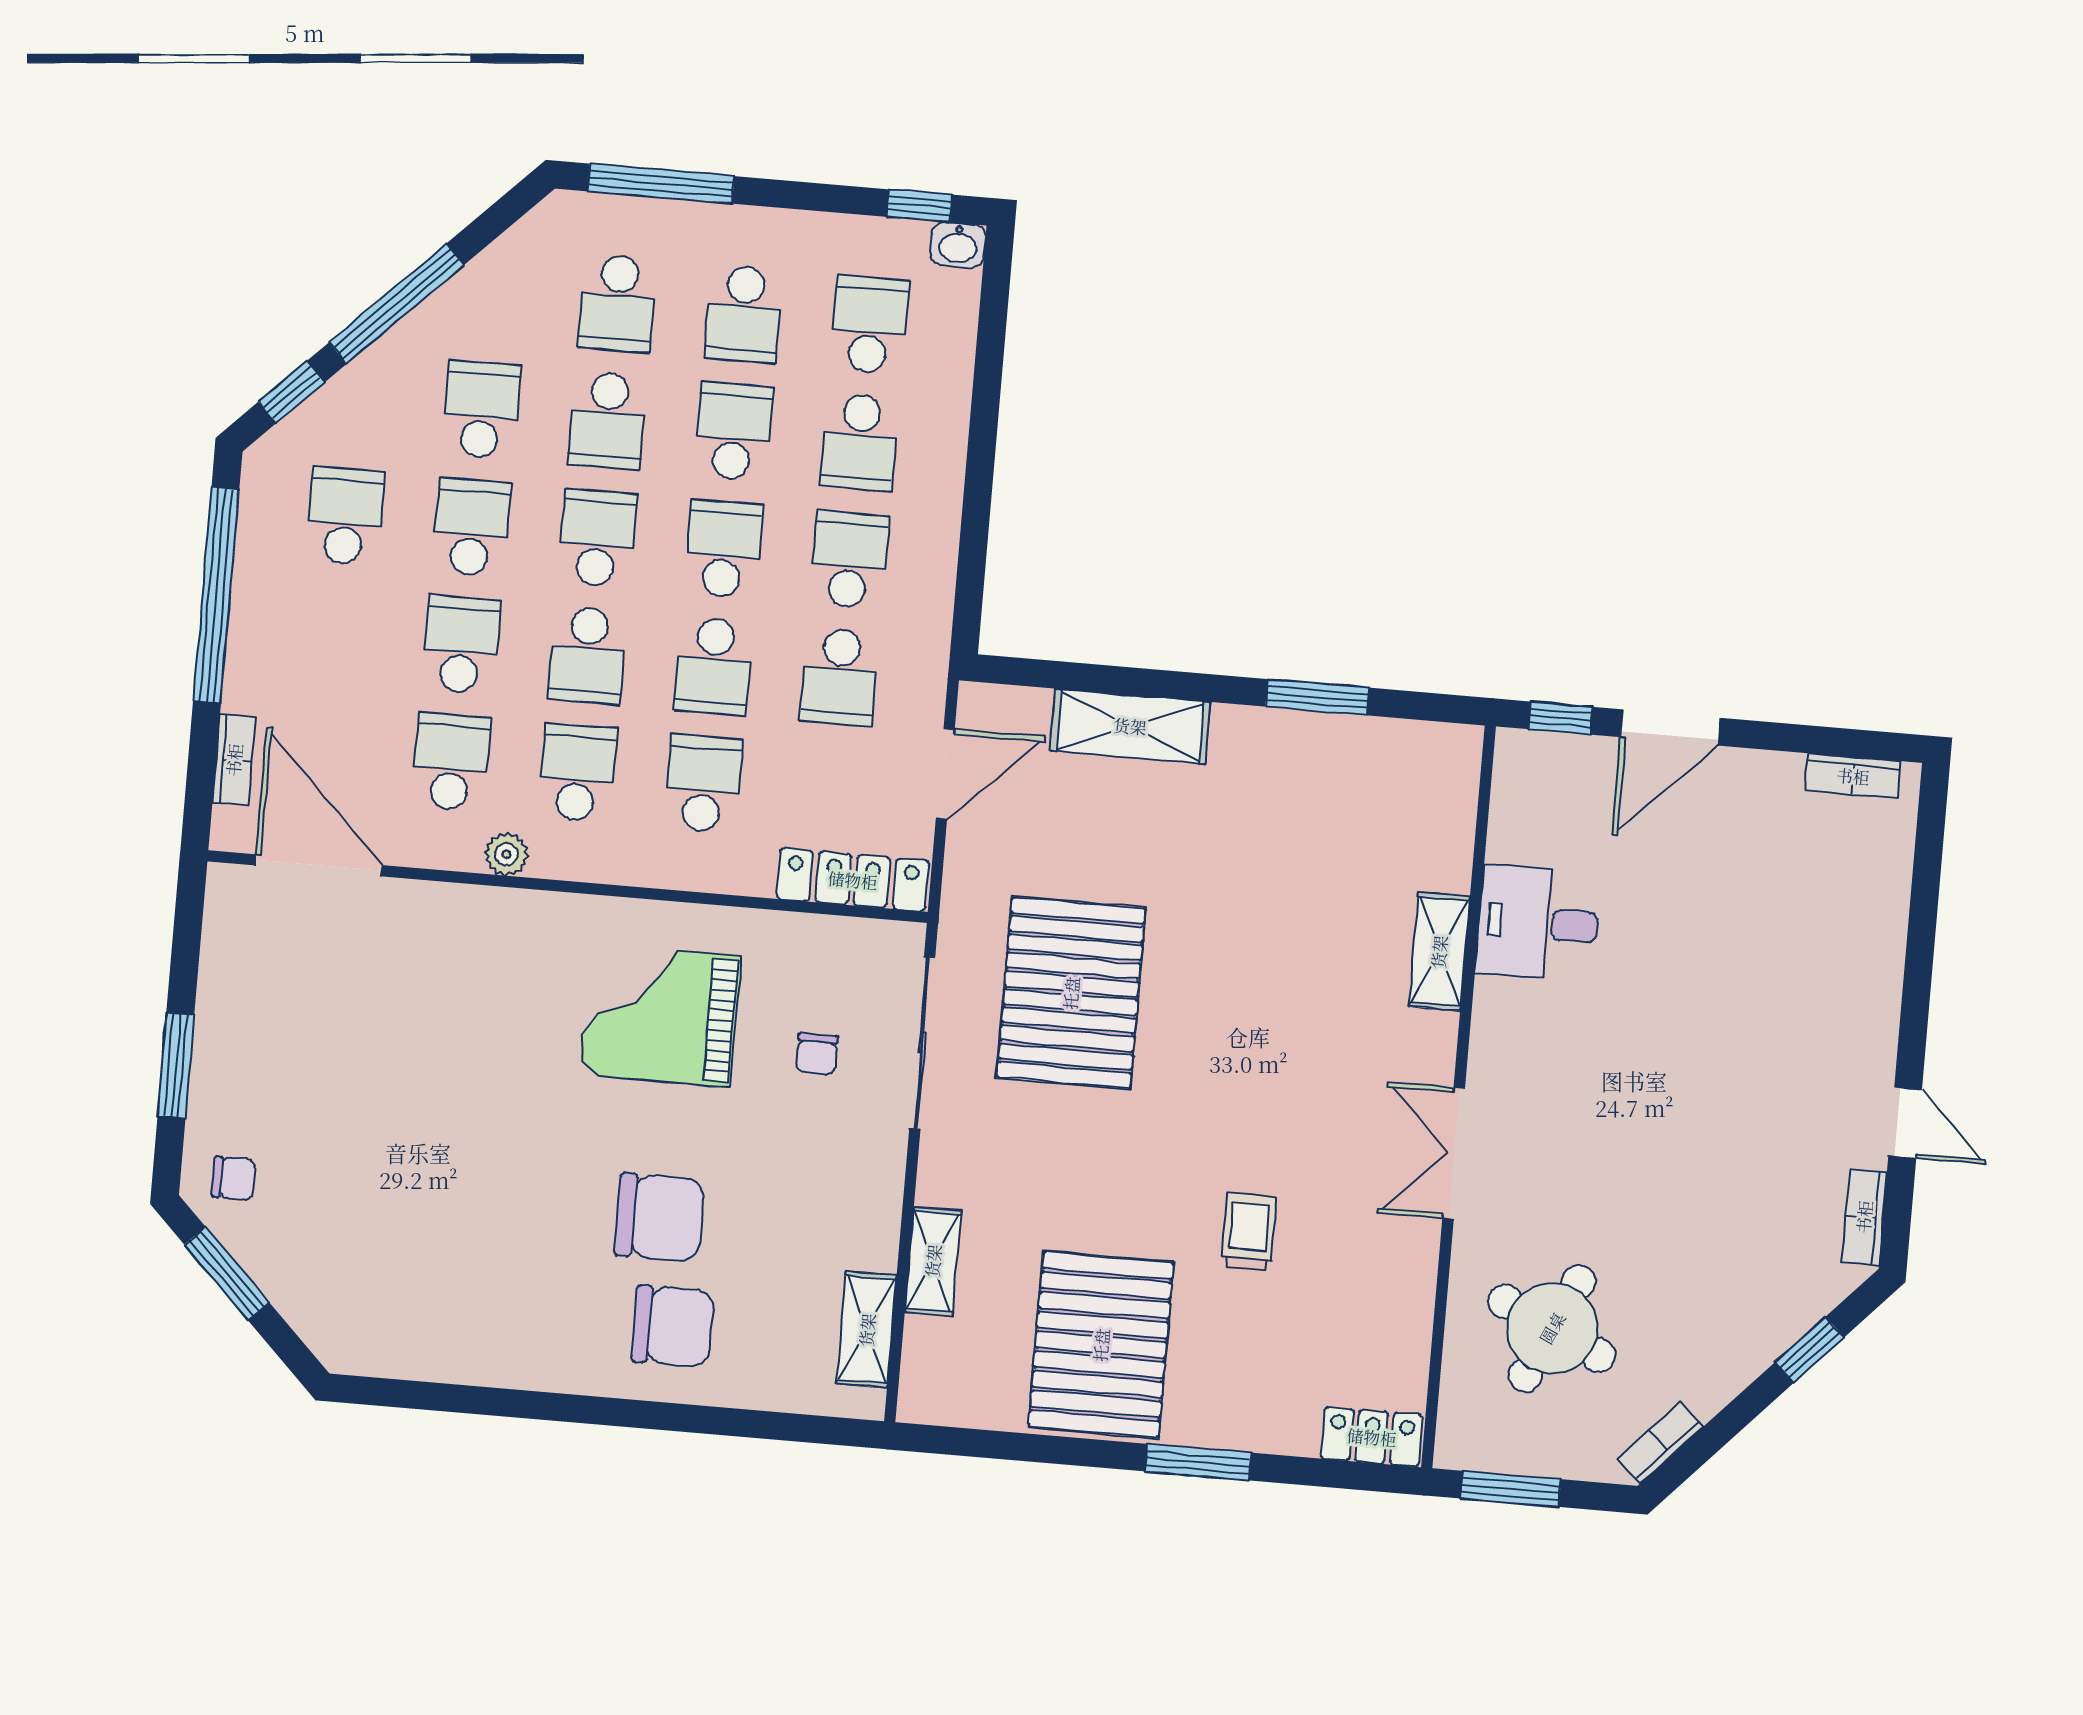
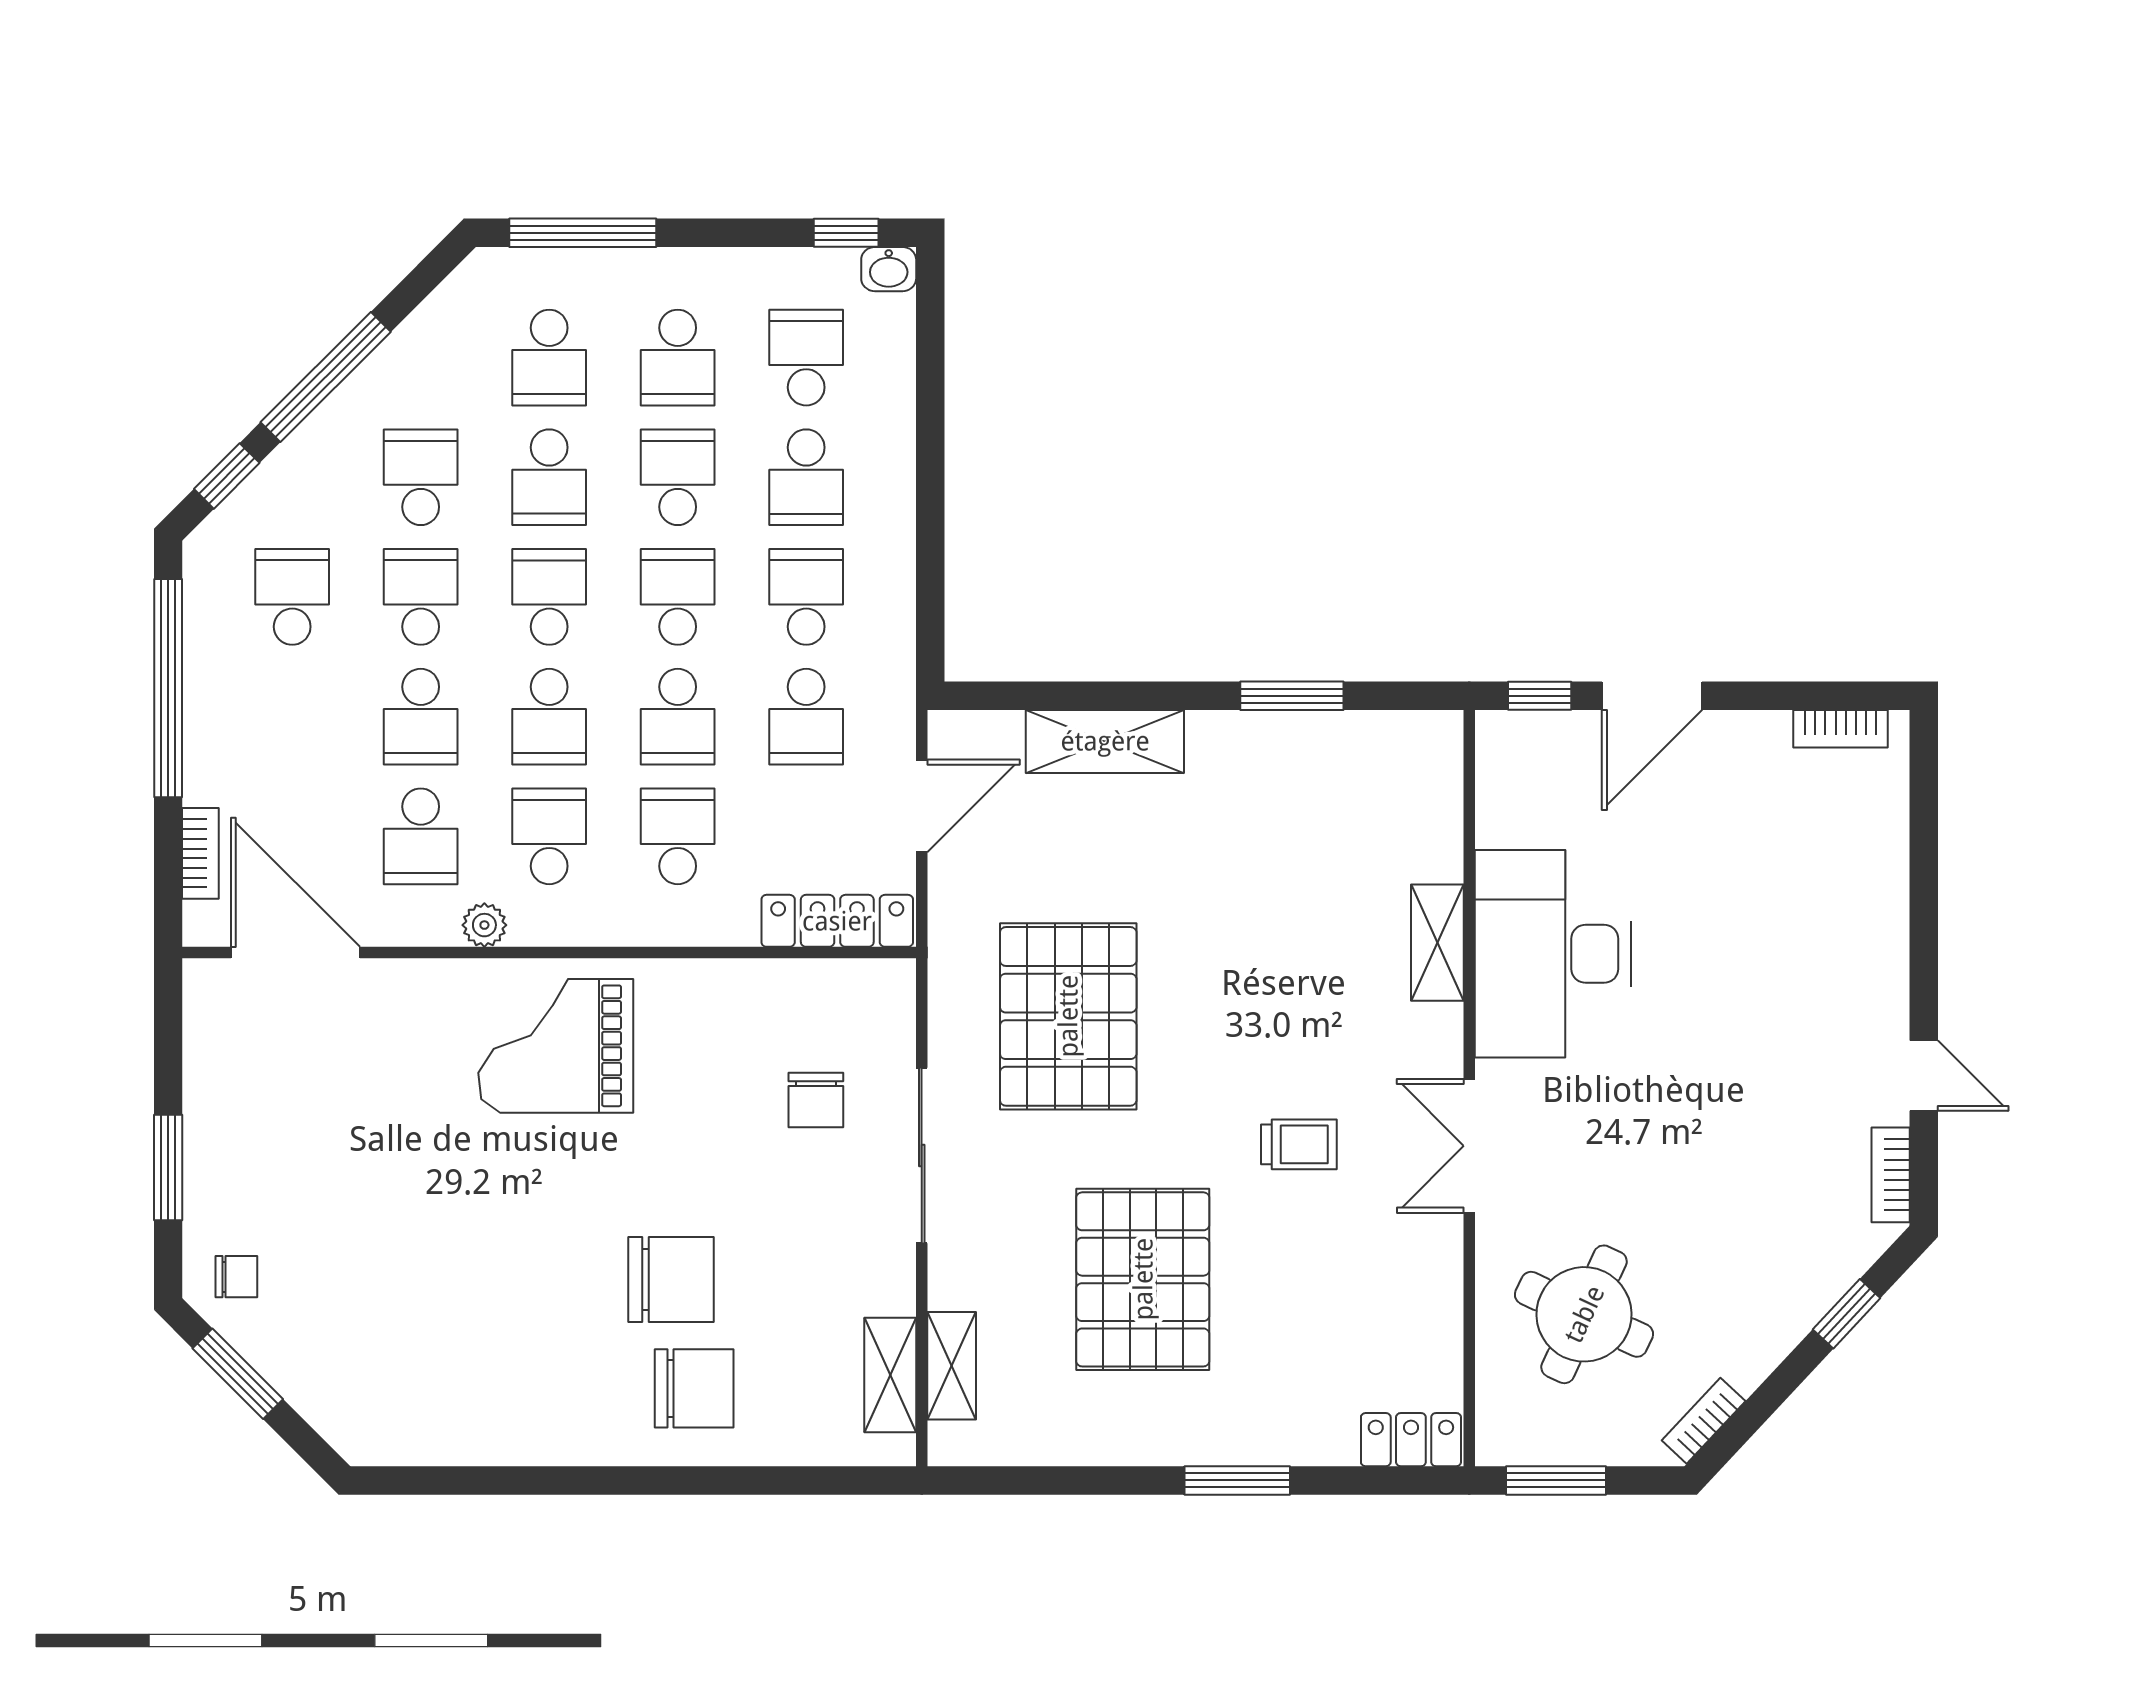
school desk: (461, 644) -> (421, 717), turned 180
school desk: (451, 762) -> (421, 836), turned 180
desk: (1538, 923) -> (1553, 954), width x1.87, depth x1.30
grand piano: (660, 1015) -> (556, 1046), moved
sliding door: (922, 1043) -> (922, 1156), moved
chair: (817, 1054) -> (816, 1100), width x1.37, depth x1.37
trolley: (1249, 1232) -> (1299, 1144), moved, turned 90
shelving: (933, 1261) -> (952, 1366), moved
pallet: (1101, 1345) -> (1143, 1279), moved

